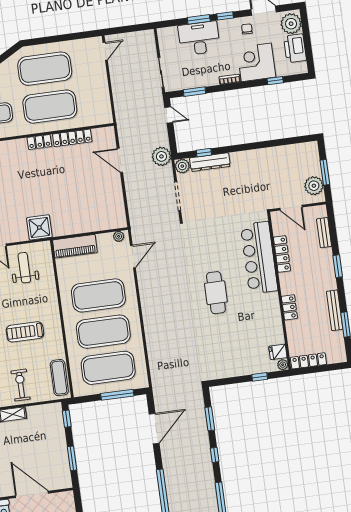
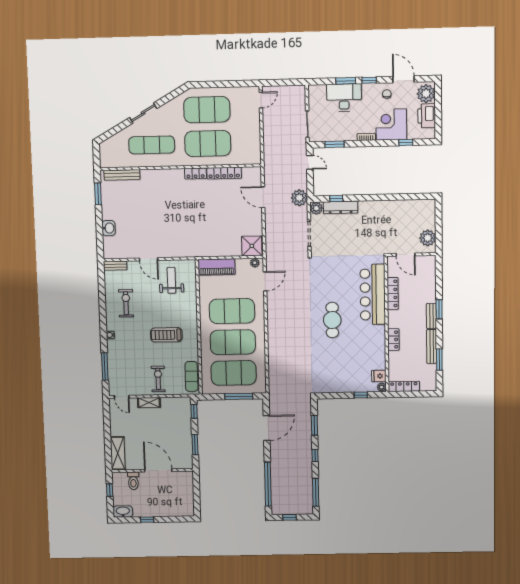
window: (325, 172) -> (439, 227), removed
shower: (39, 227) -> (252, 246), moved
bench: (324, 233) -> (431, 316), moved

